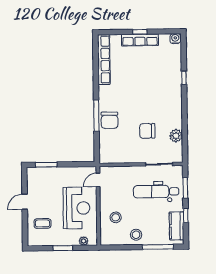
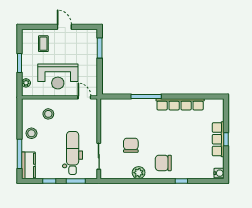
row of seats: (104, 59) -> (180, 104), moved
chair: (110, 120) -> (163, 163), moved
plant: (176, 136) -> (139, 173), moved
kitchen counter: (176, 226) -> (28, 165), moved, turned 90

